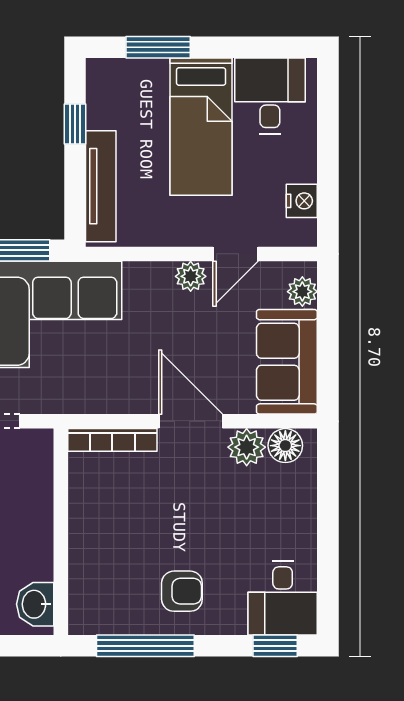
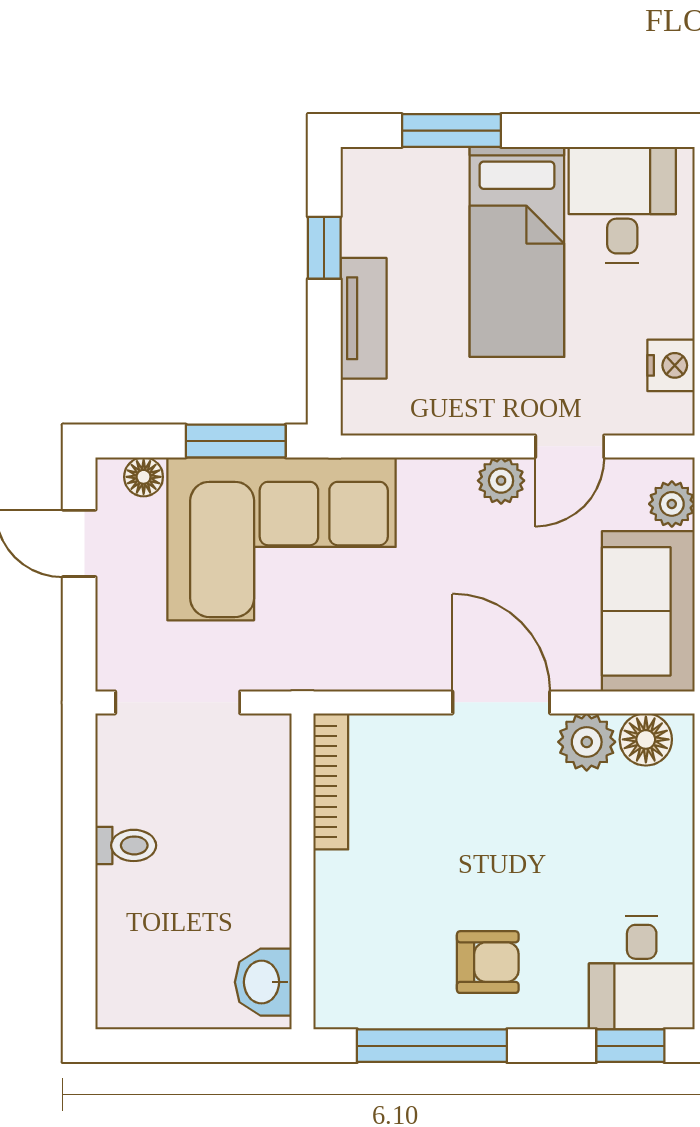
tv unit: (101, 186) -> (364, 318), width x0.71
bookcase: (112, 440) -> (331, 781), moved, turned -90

